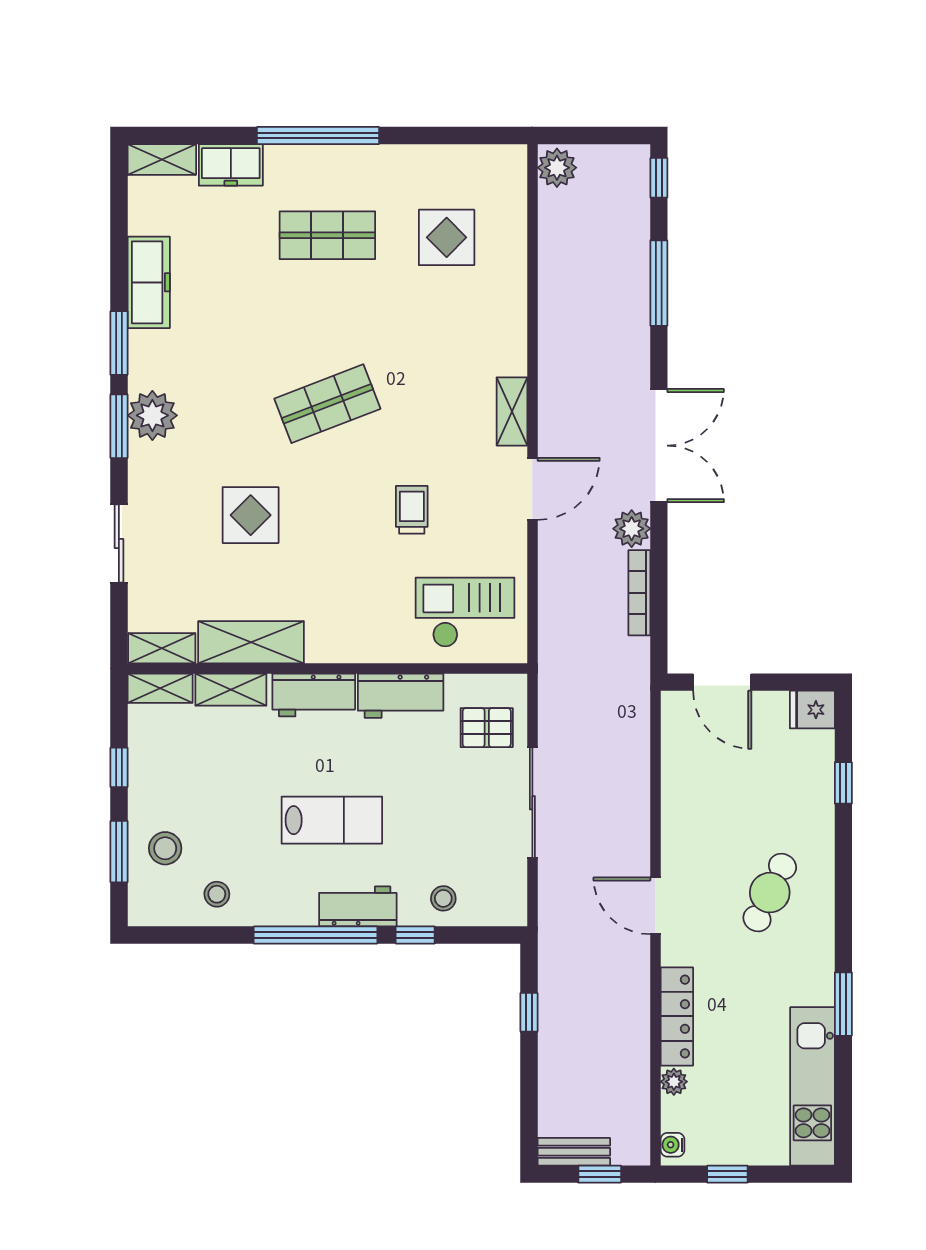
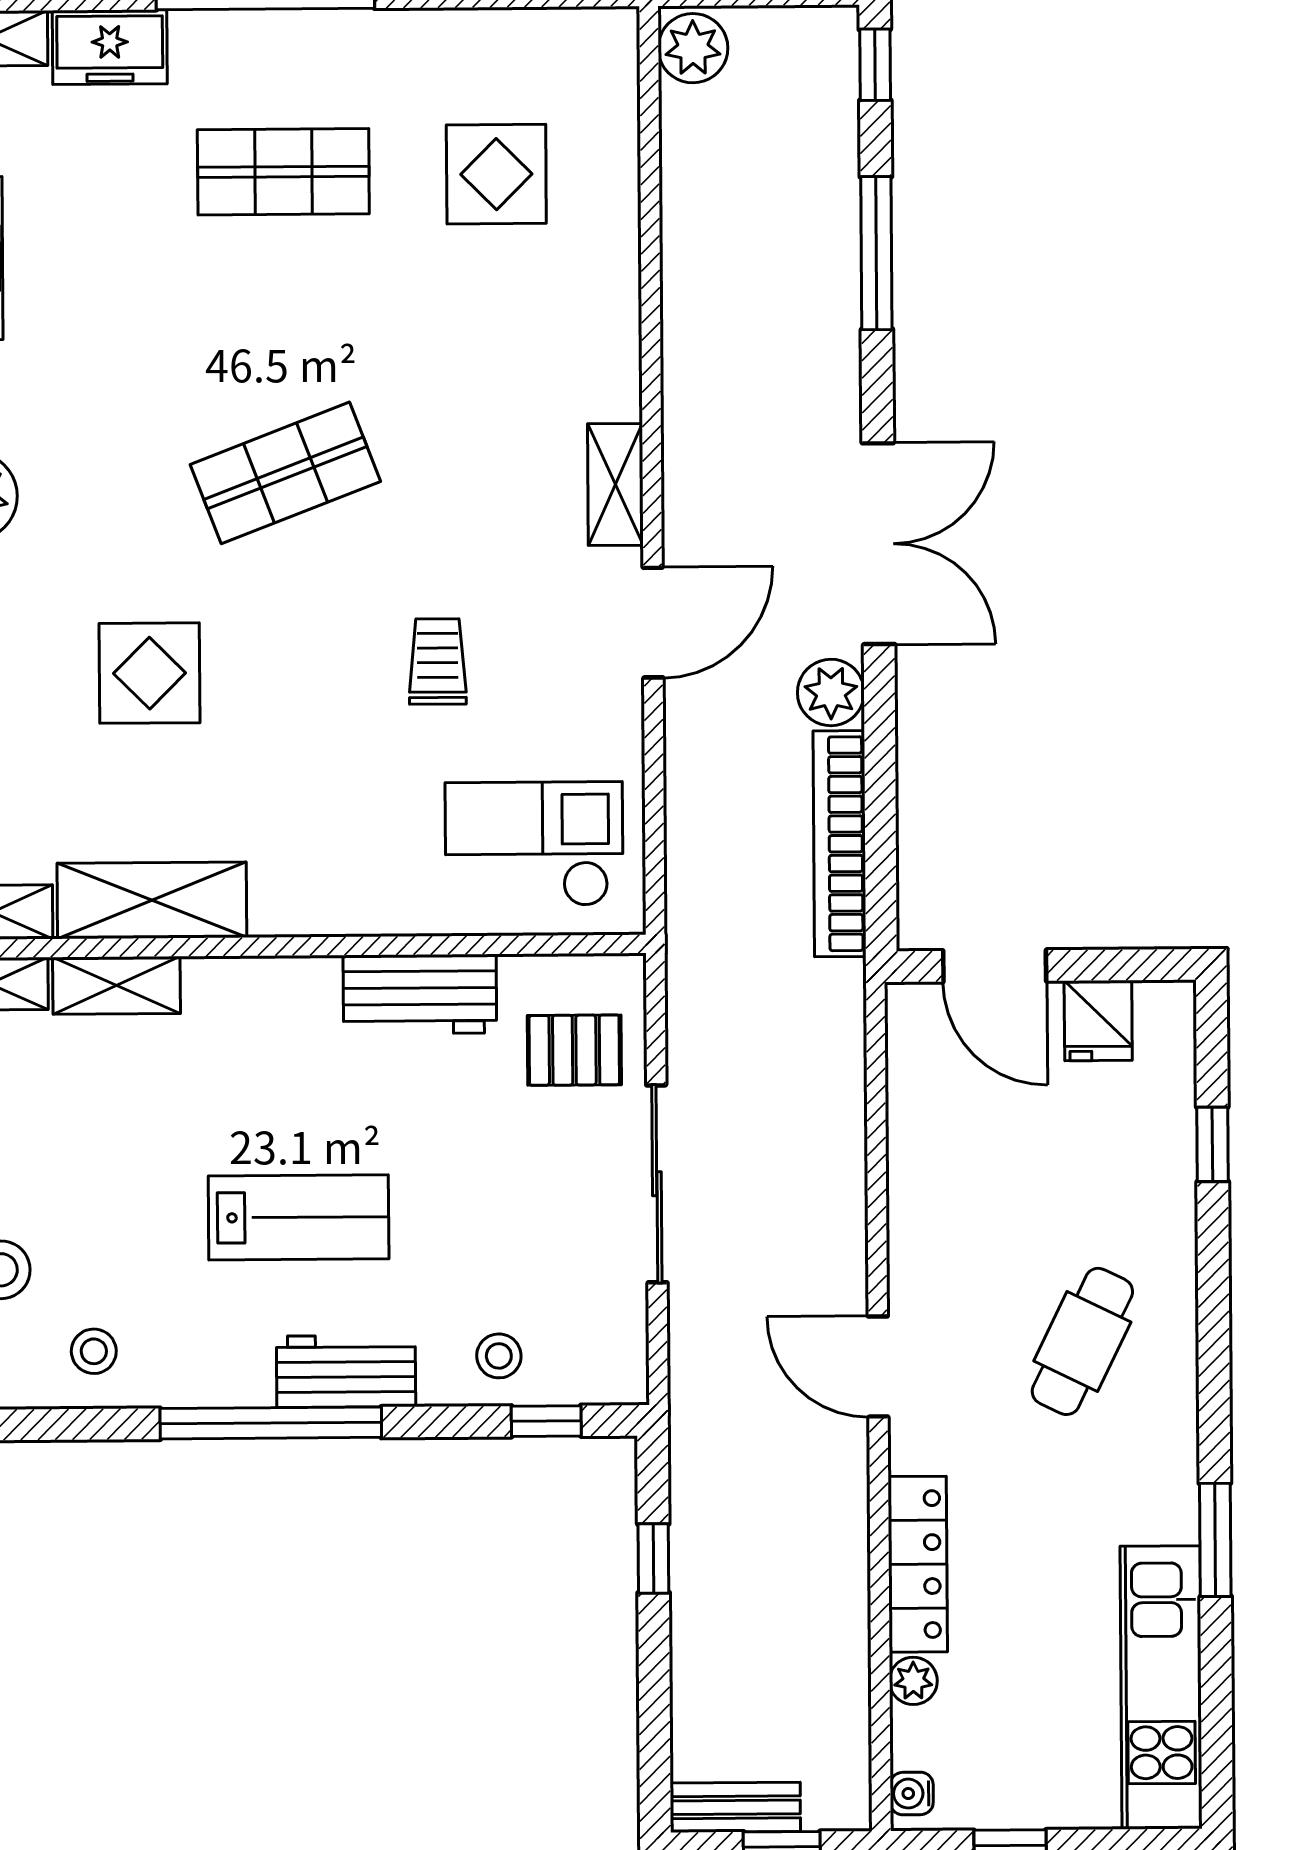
bookcase: (639, 593) -> (840, 844), width x1.48, depth x1.31
workbench: (314, 695) -> (265, 994), removed
fridge: (812, 710) -> (1098, 1021), moved, turned -90
window: (415, 935) -> (546, 1421), moved

